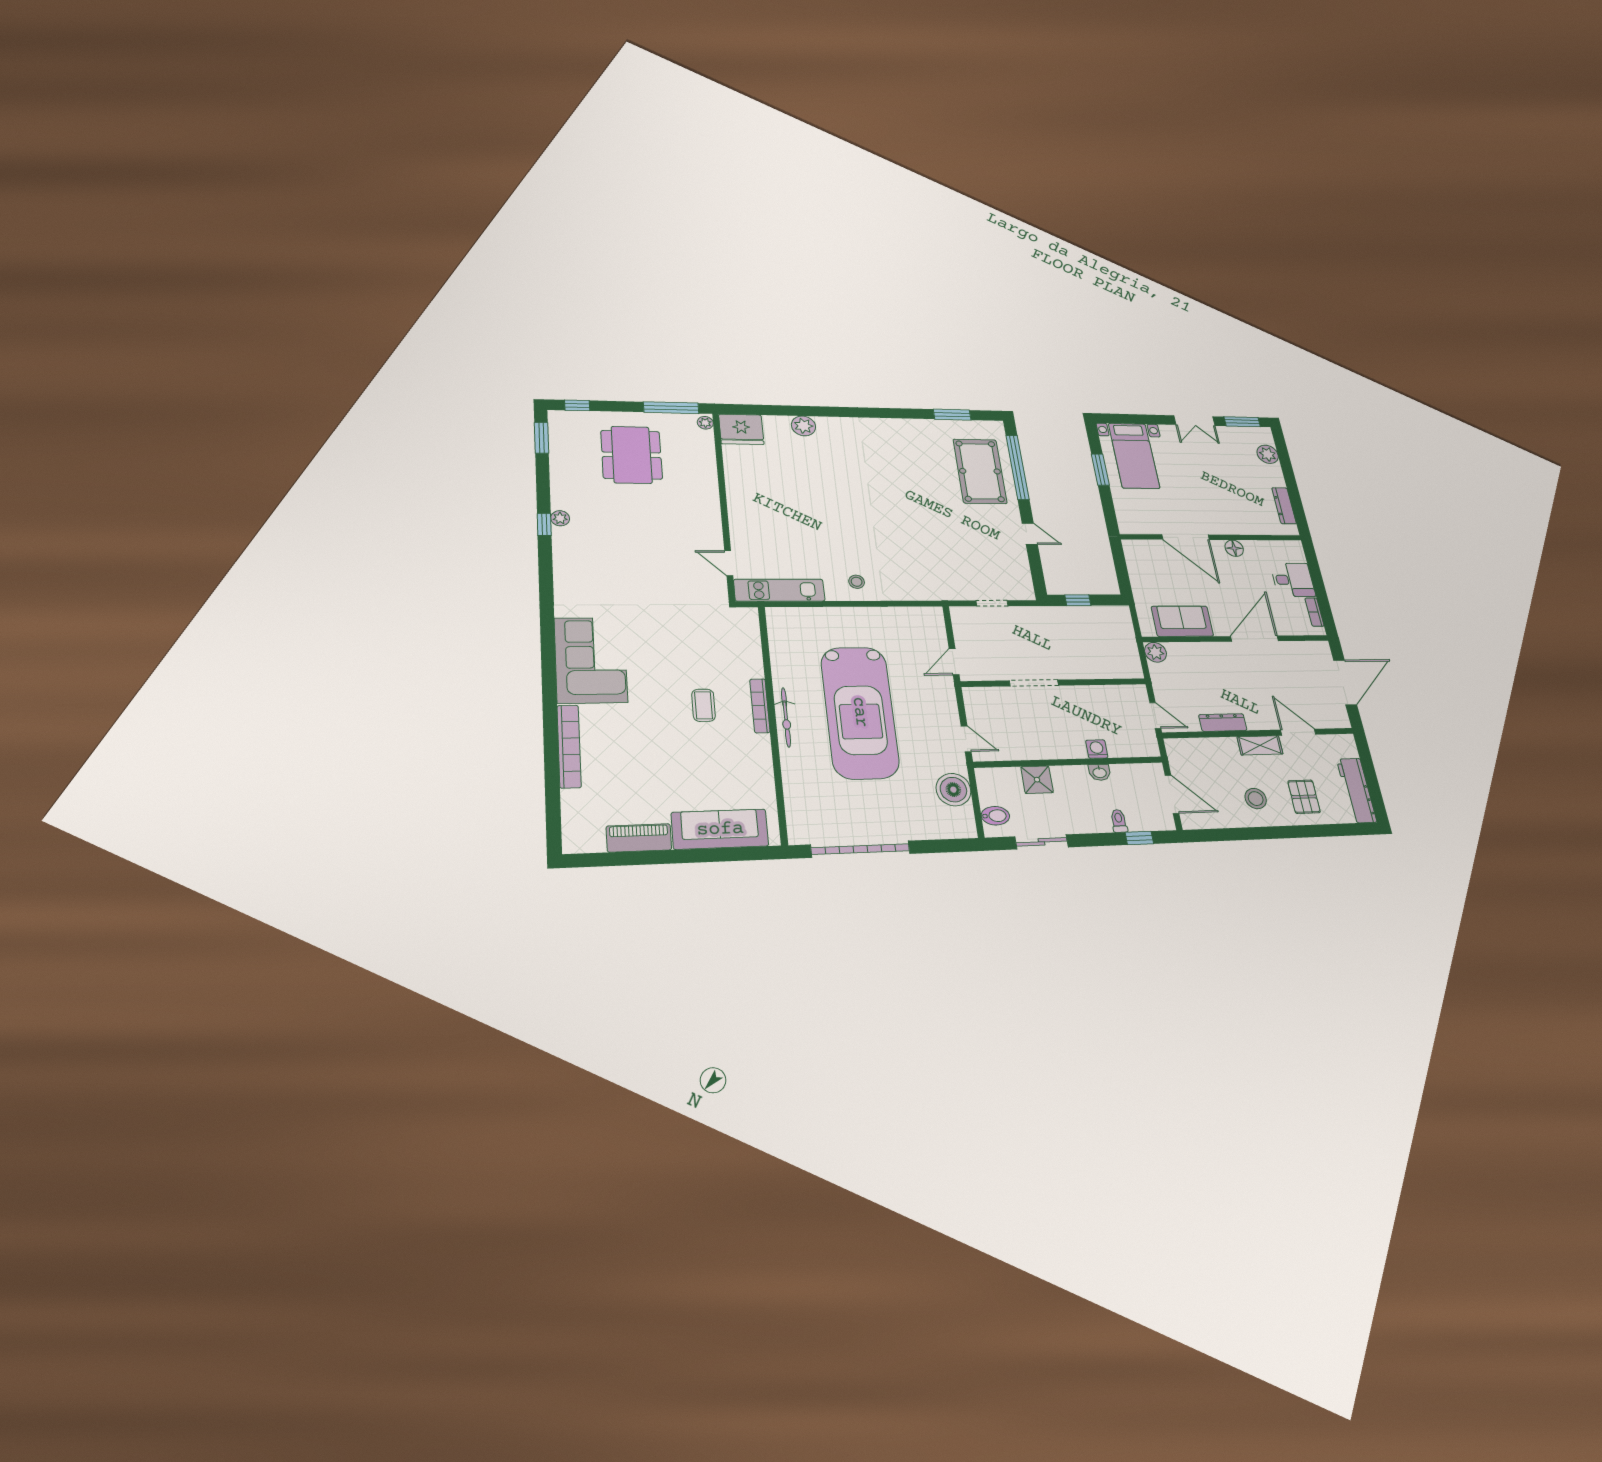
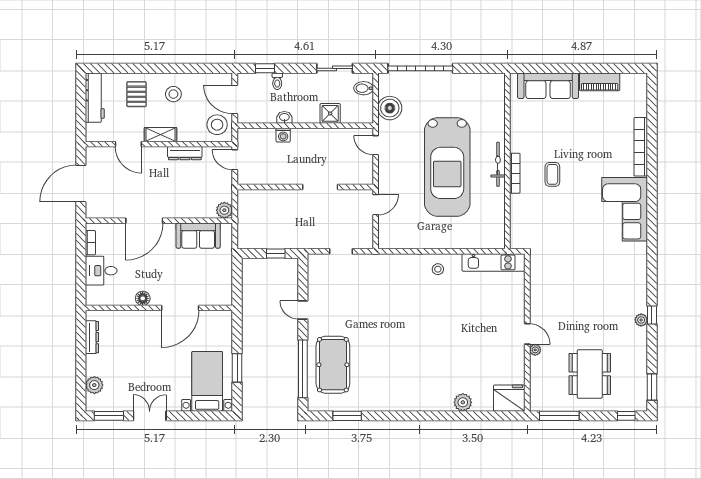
plant: (705, 423) -> (535, 350), moved
door: (1186, 537) -> (180, 308), swing flipped
door: (729, 563) -> (527, 334), moved
car: (860, 712) -> (447, 167), turned 180
stool: (1189, 760) -> (217, 125), added
garage door: (860, 849) -> (420, 68), moved

